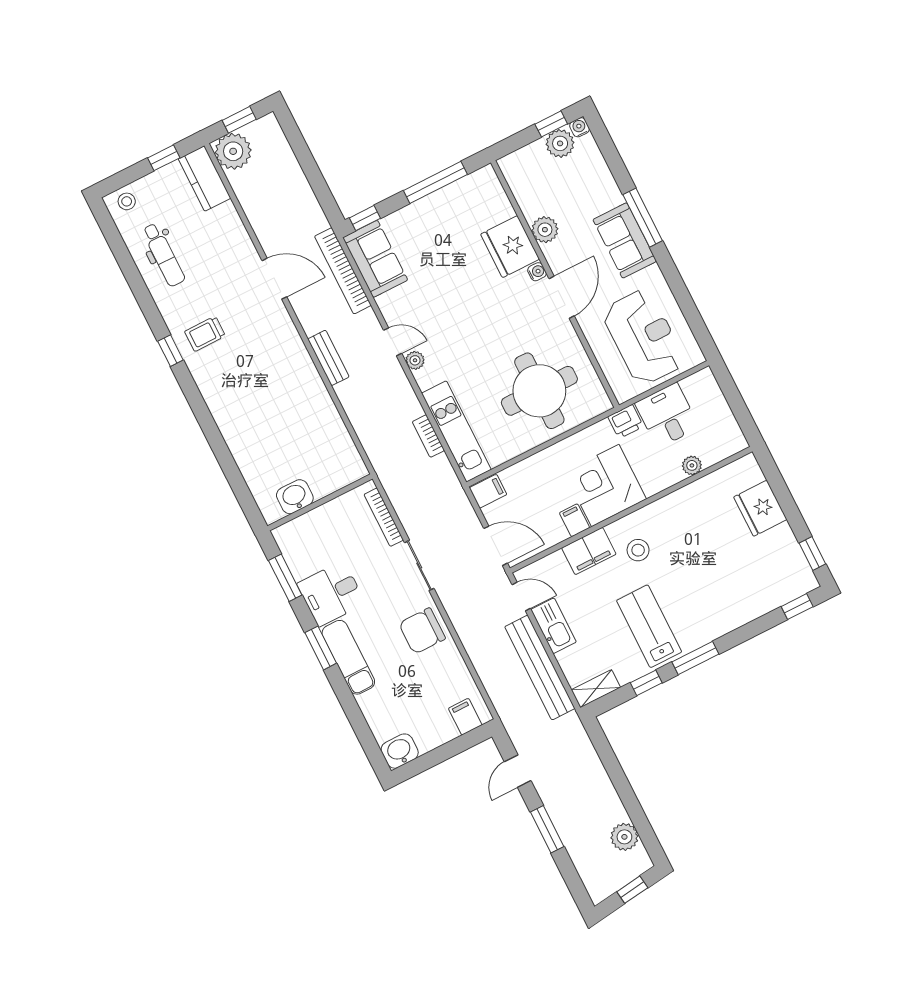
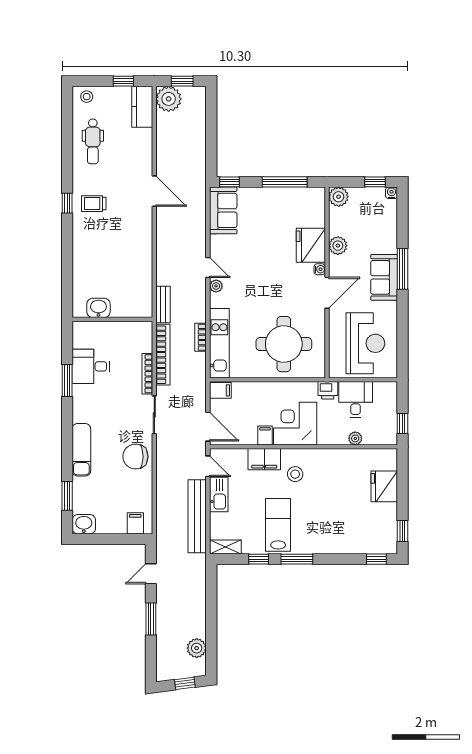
plant: (560, 143) -> (339, 197), moved
bookcase: (343, 271) -> (163, 355), moved, turned 180
bench: (328, 358) -> (163, 304), moved
window: (743, 416) -> (402, 423), added
washbasin: (295, 497) -> (98, 308), moved
wall: (320, 502) -> (112, 319), moved
desk: (331, 594) -> (91, 366), moved
window: (321, 648) -> (67, 496), moved

